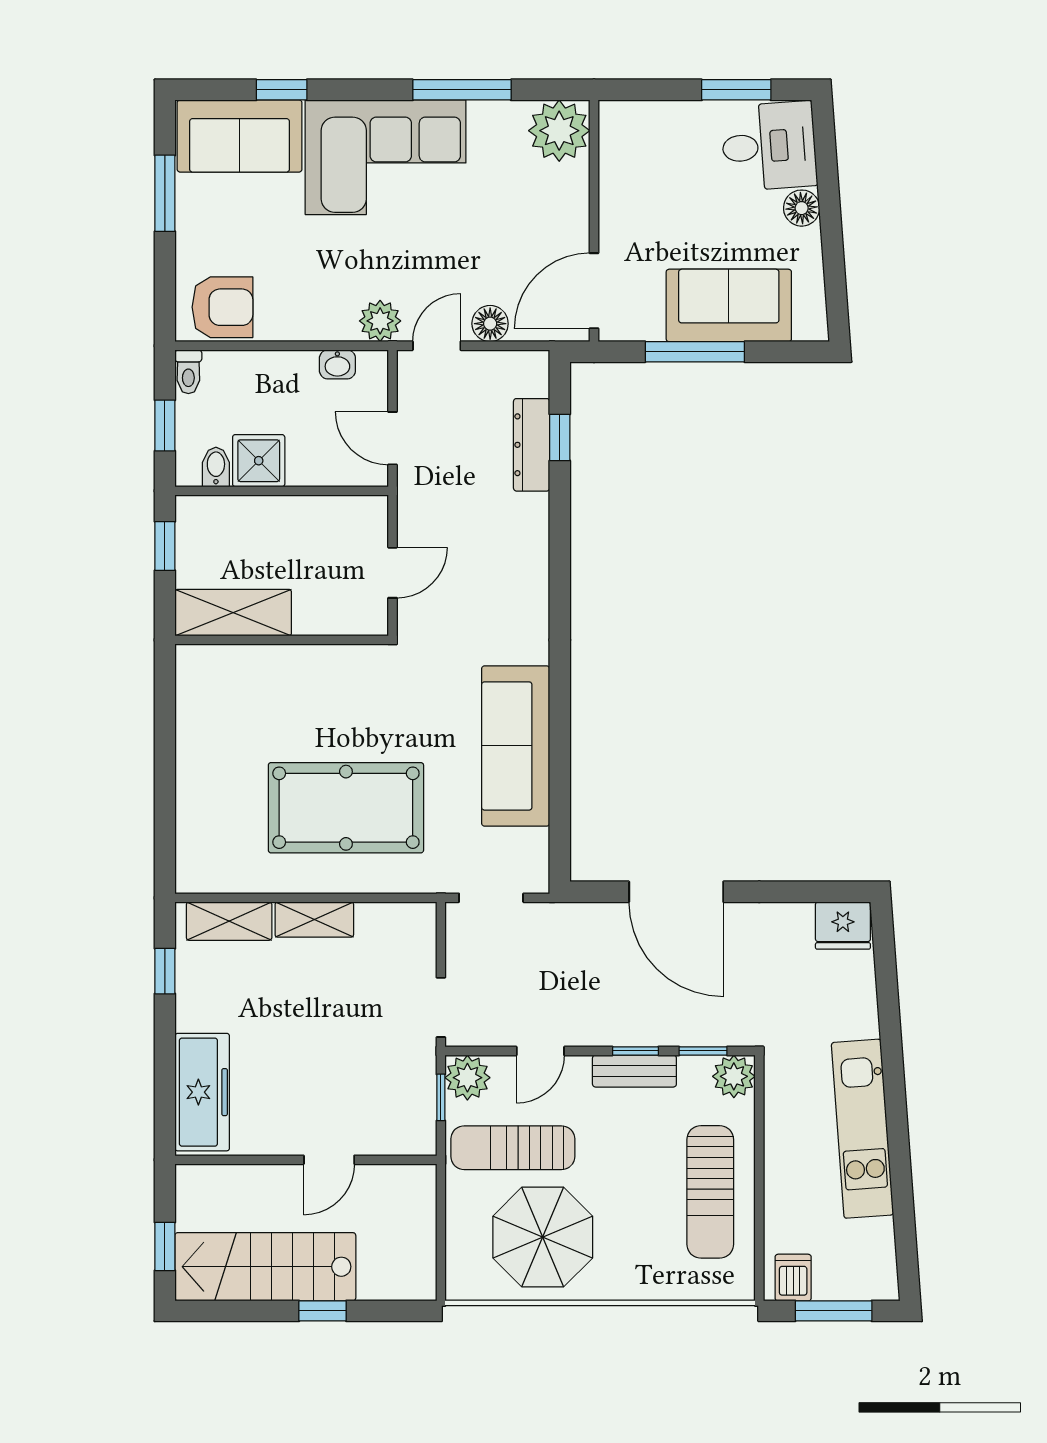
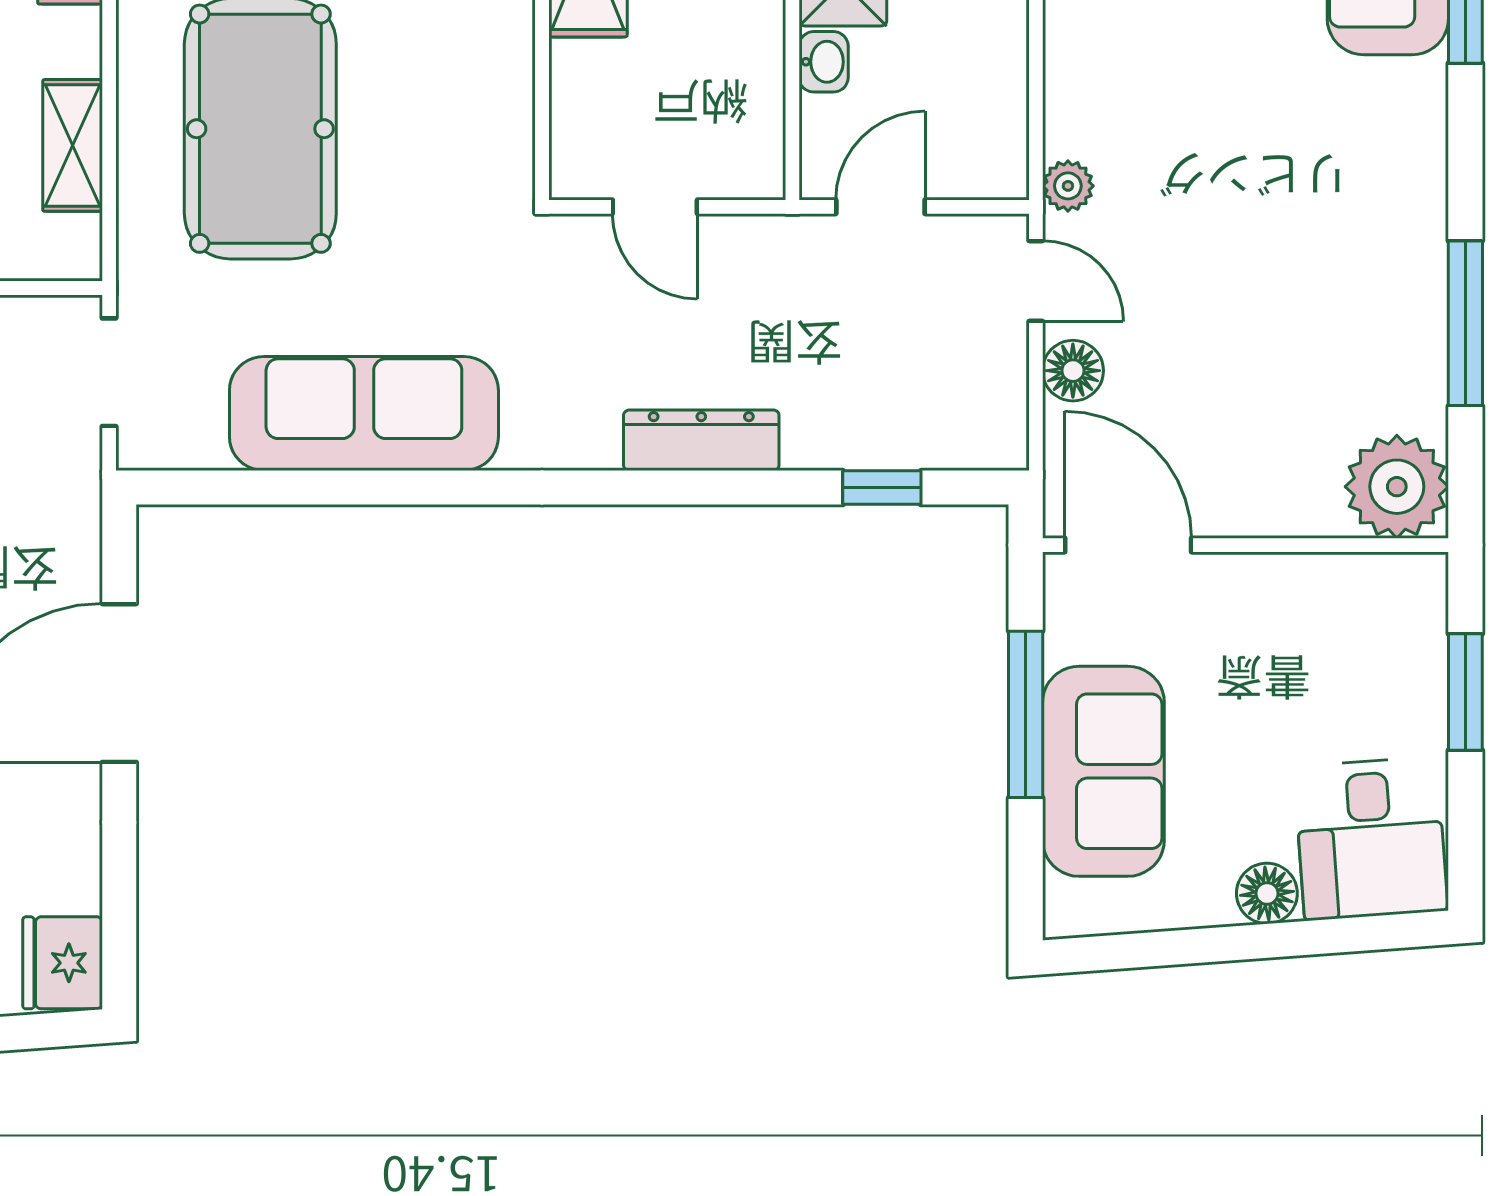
window: (736, 90) -> (1465, 692), moved
corner sofa: (386, 157) -> (1352, 195), removed
plant: (380, 321) -> (1068, 186), width x0.73, depth x0.73
washbasin: (337, 364) -> (824, 62), moved, turned 180
dresser: (532, 445) -> (701, 440), moved
shelving: (314, 920) -> (73, 145), moved

